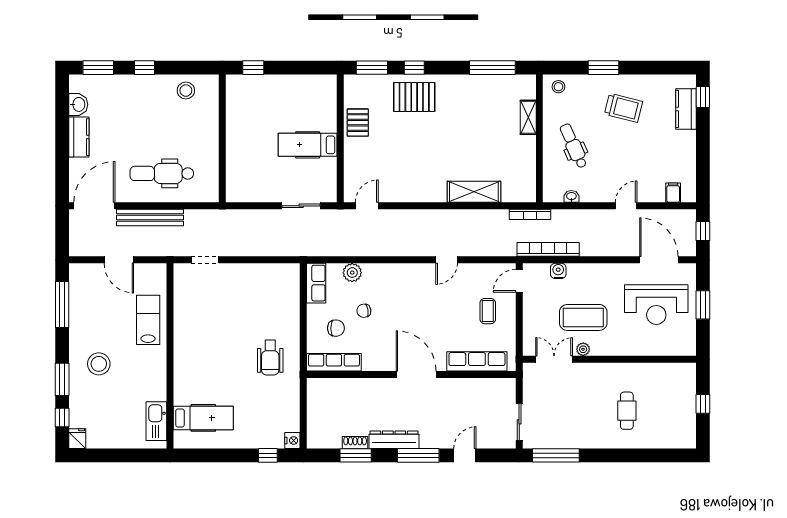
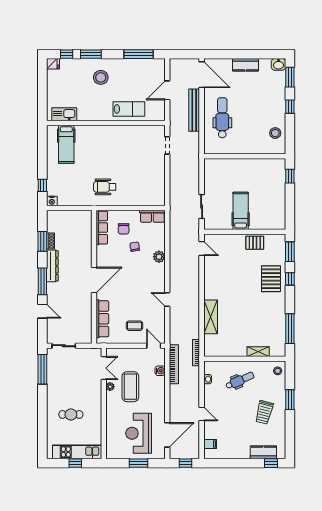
washbasin: (78, 104) -> (278, 64), moved
plant: (352, 273) -> (159, 257), moved
kitchen unit: (685, 401) -> (77, 452), added

